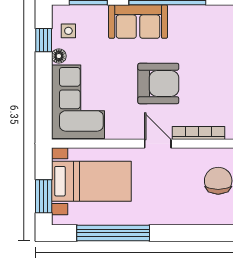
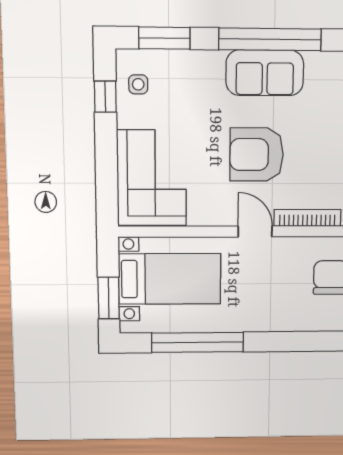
sofa: (138, 22) -> (265, 73), moved
floor lamp: (59, 56) -> (126, 118), removed
armchair: (158, 83) -> (257, 155), turned 180

